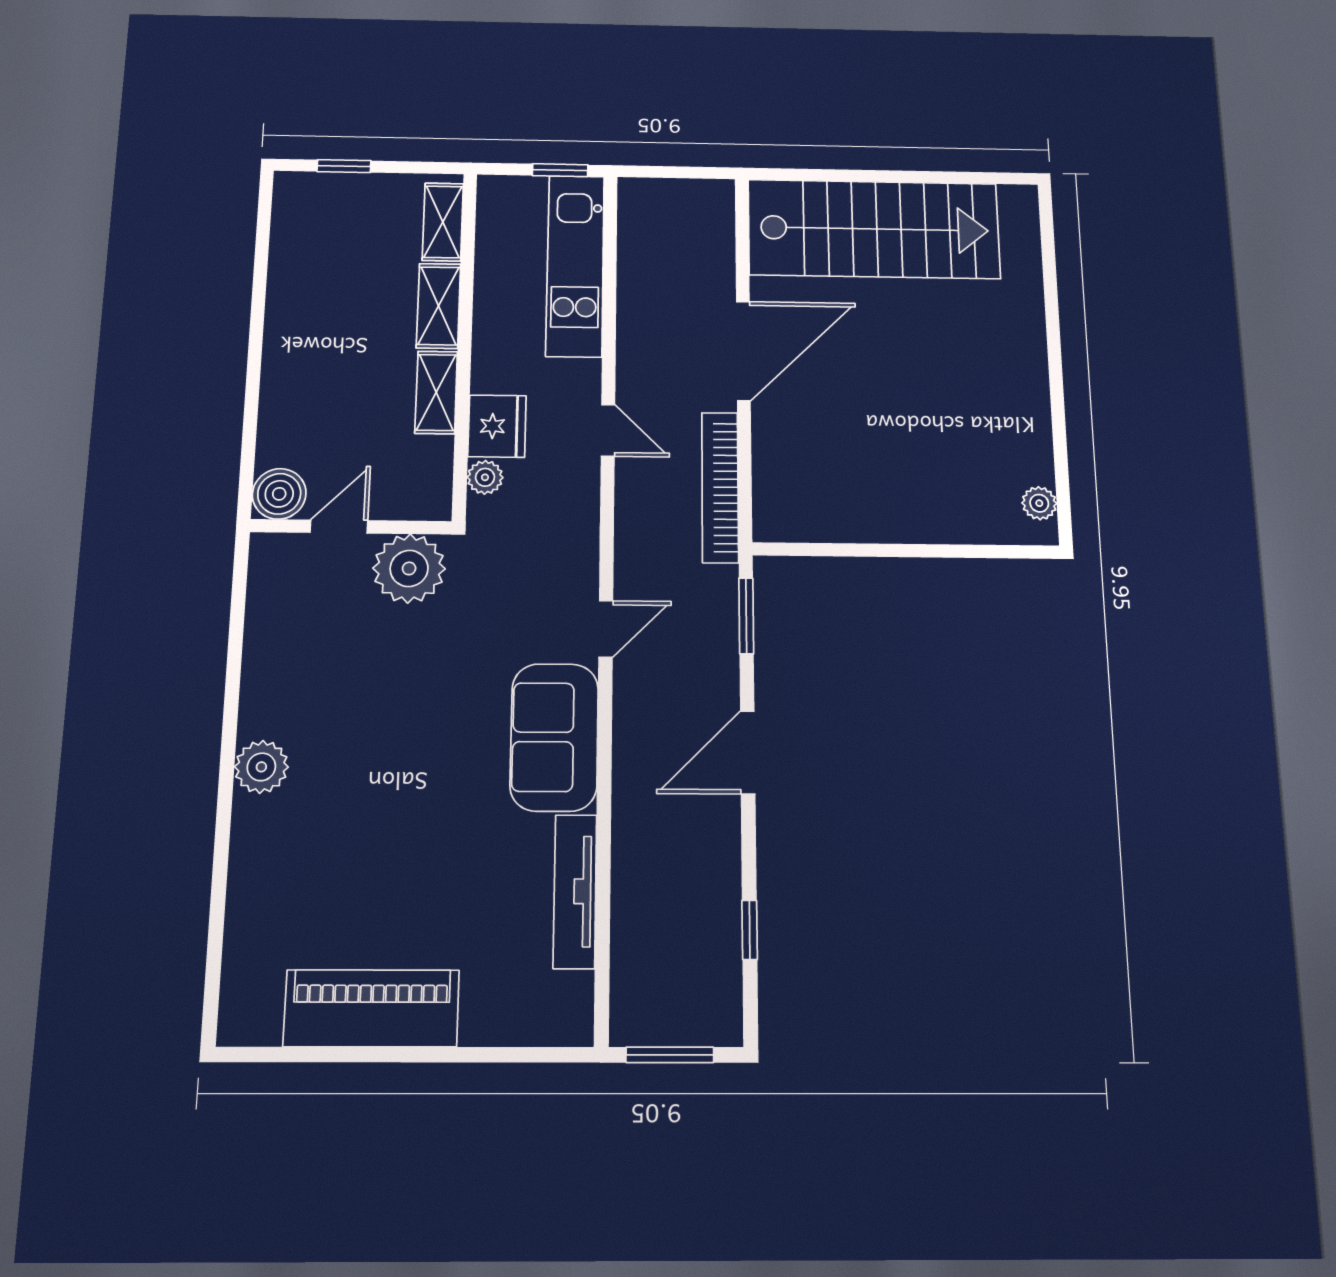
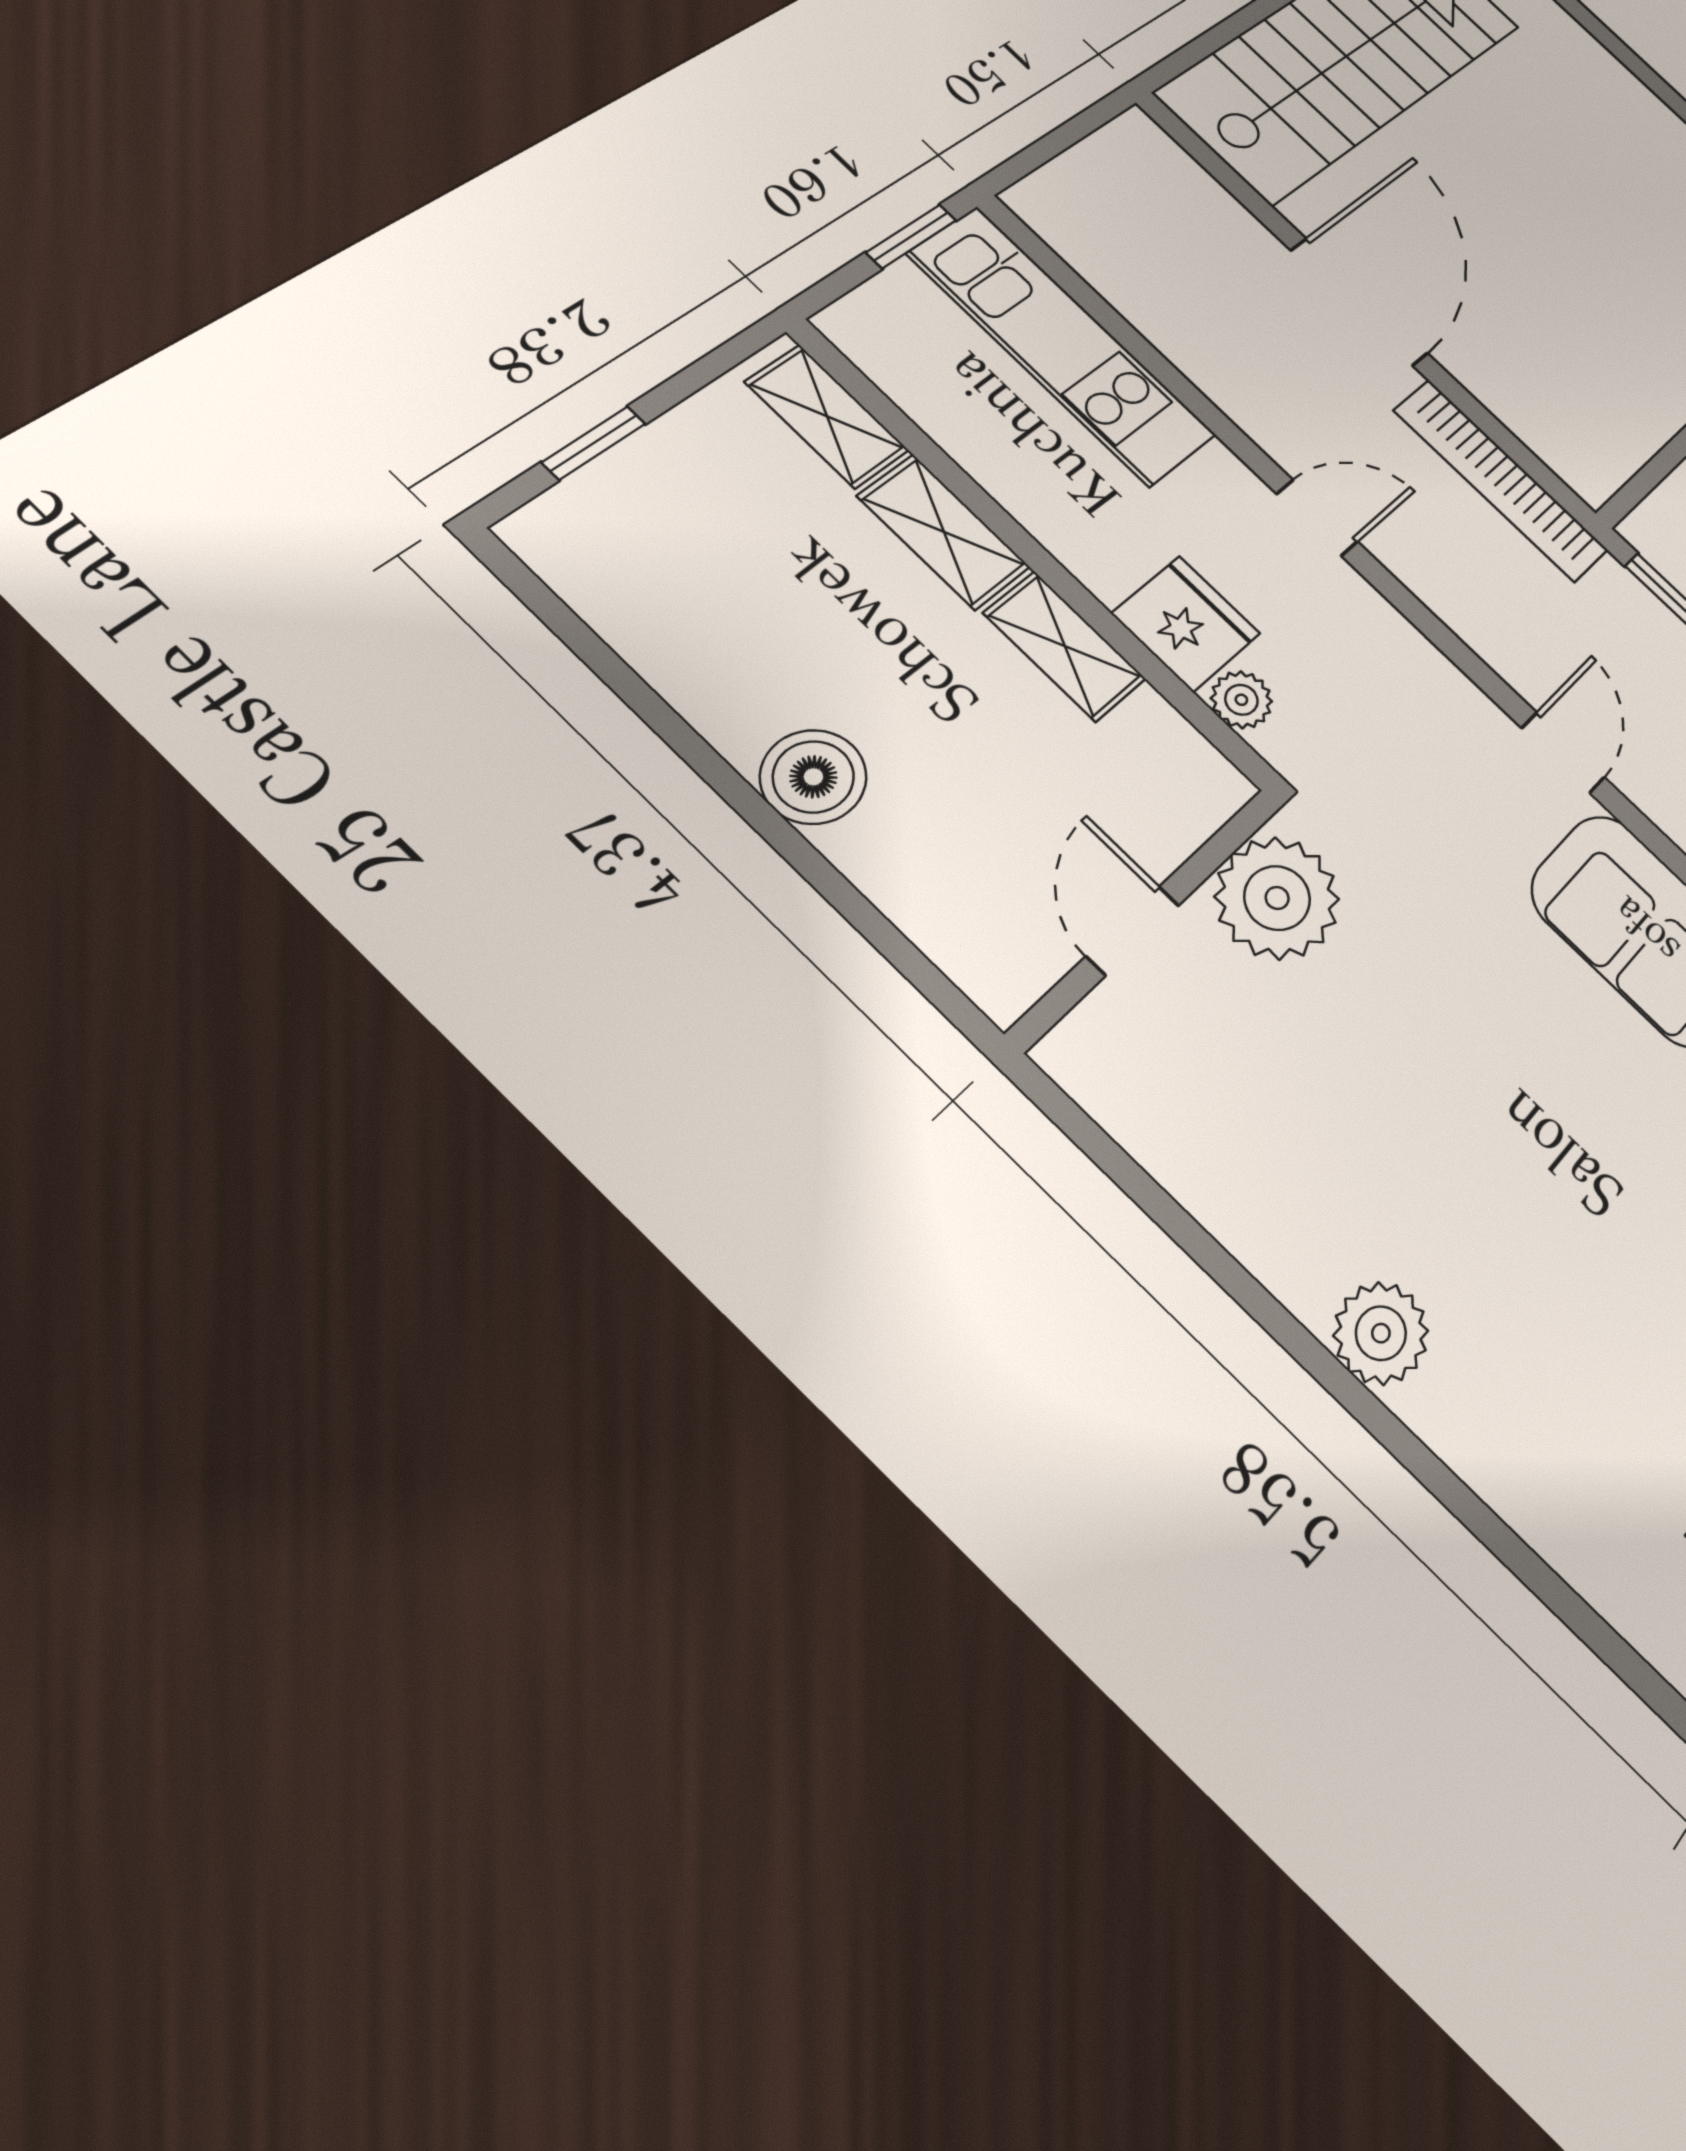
boiler: (279, 494) -> (813, 777), moved

